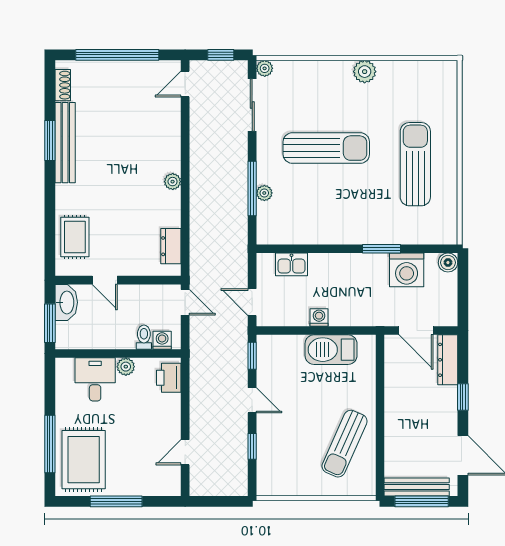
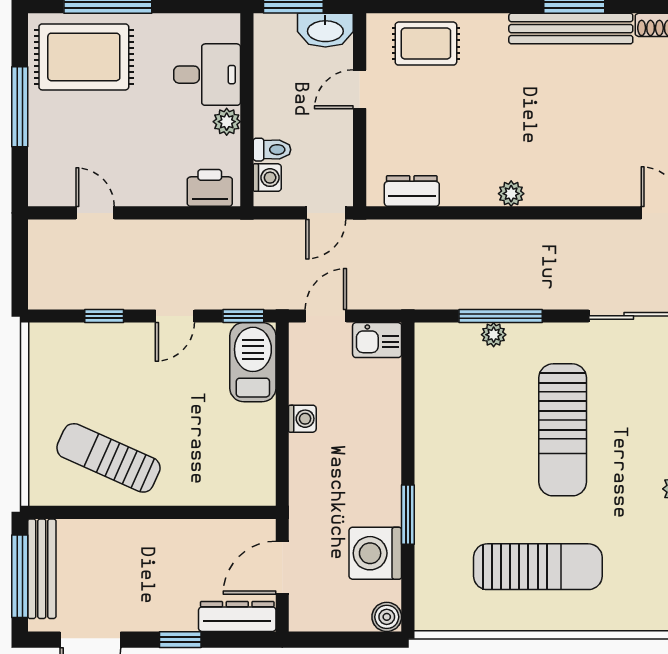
kitchen sink: (291, 264) -> (377, 340), moved, turned -90
barbecue: (331, 350) -> (253, 362), moved

